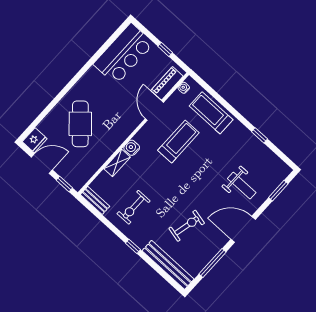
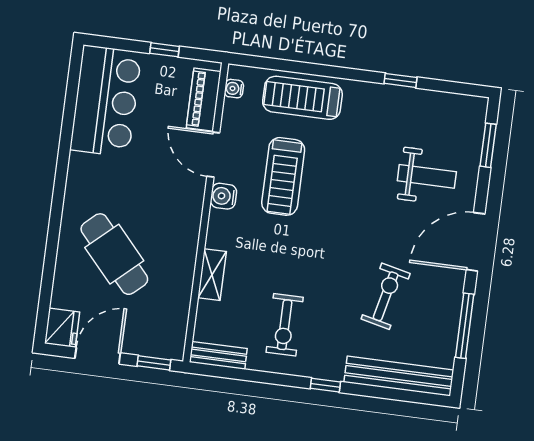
treadmill: (178, 142) -> (283, 176), turned 180
water cooler: (132, 148) -> (223, 196), moved

